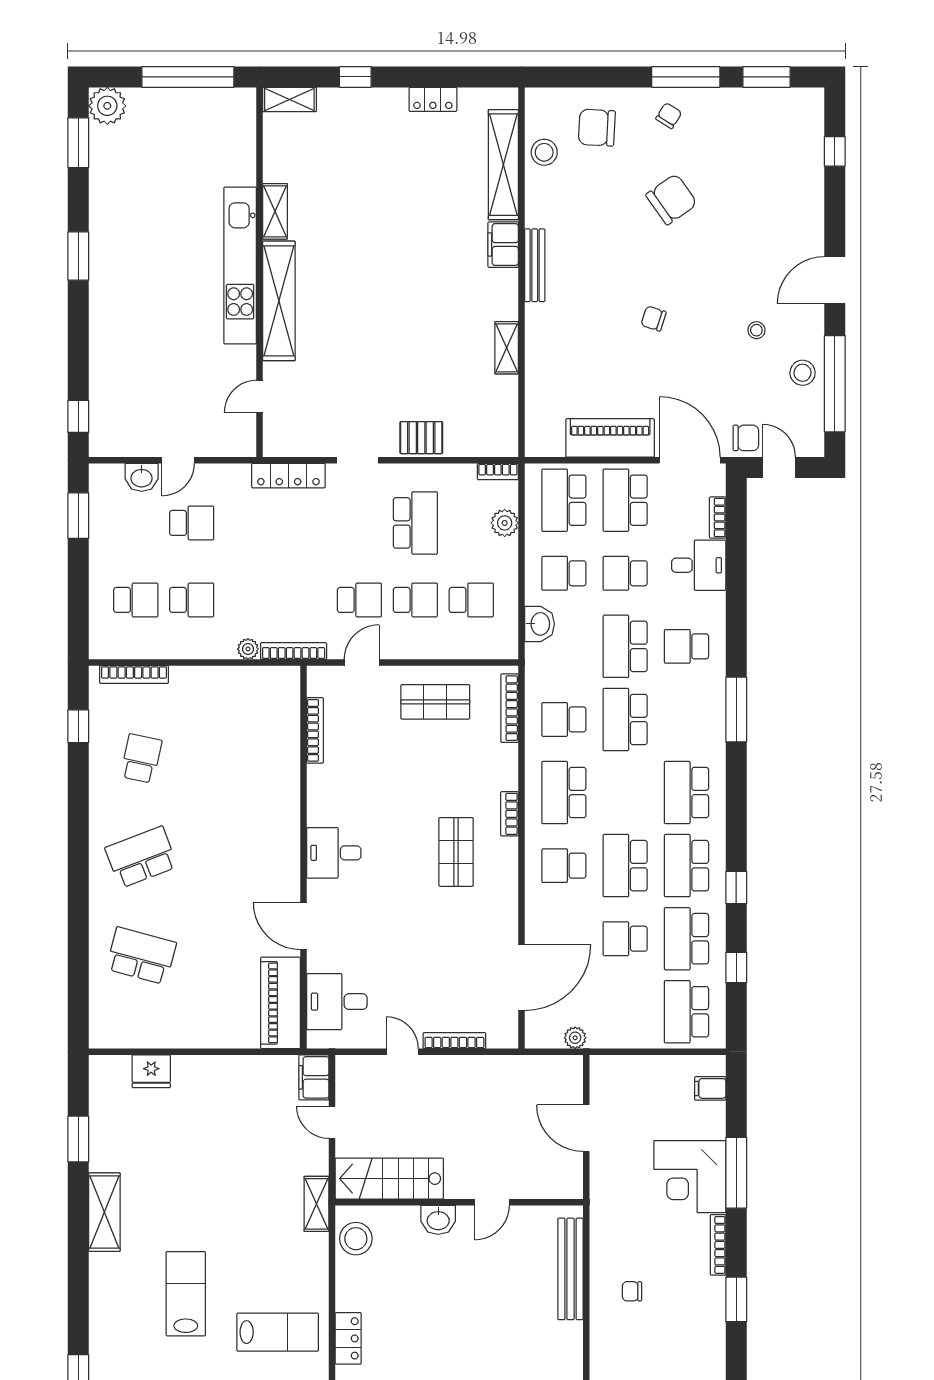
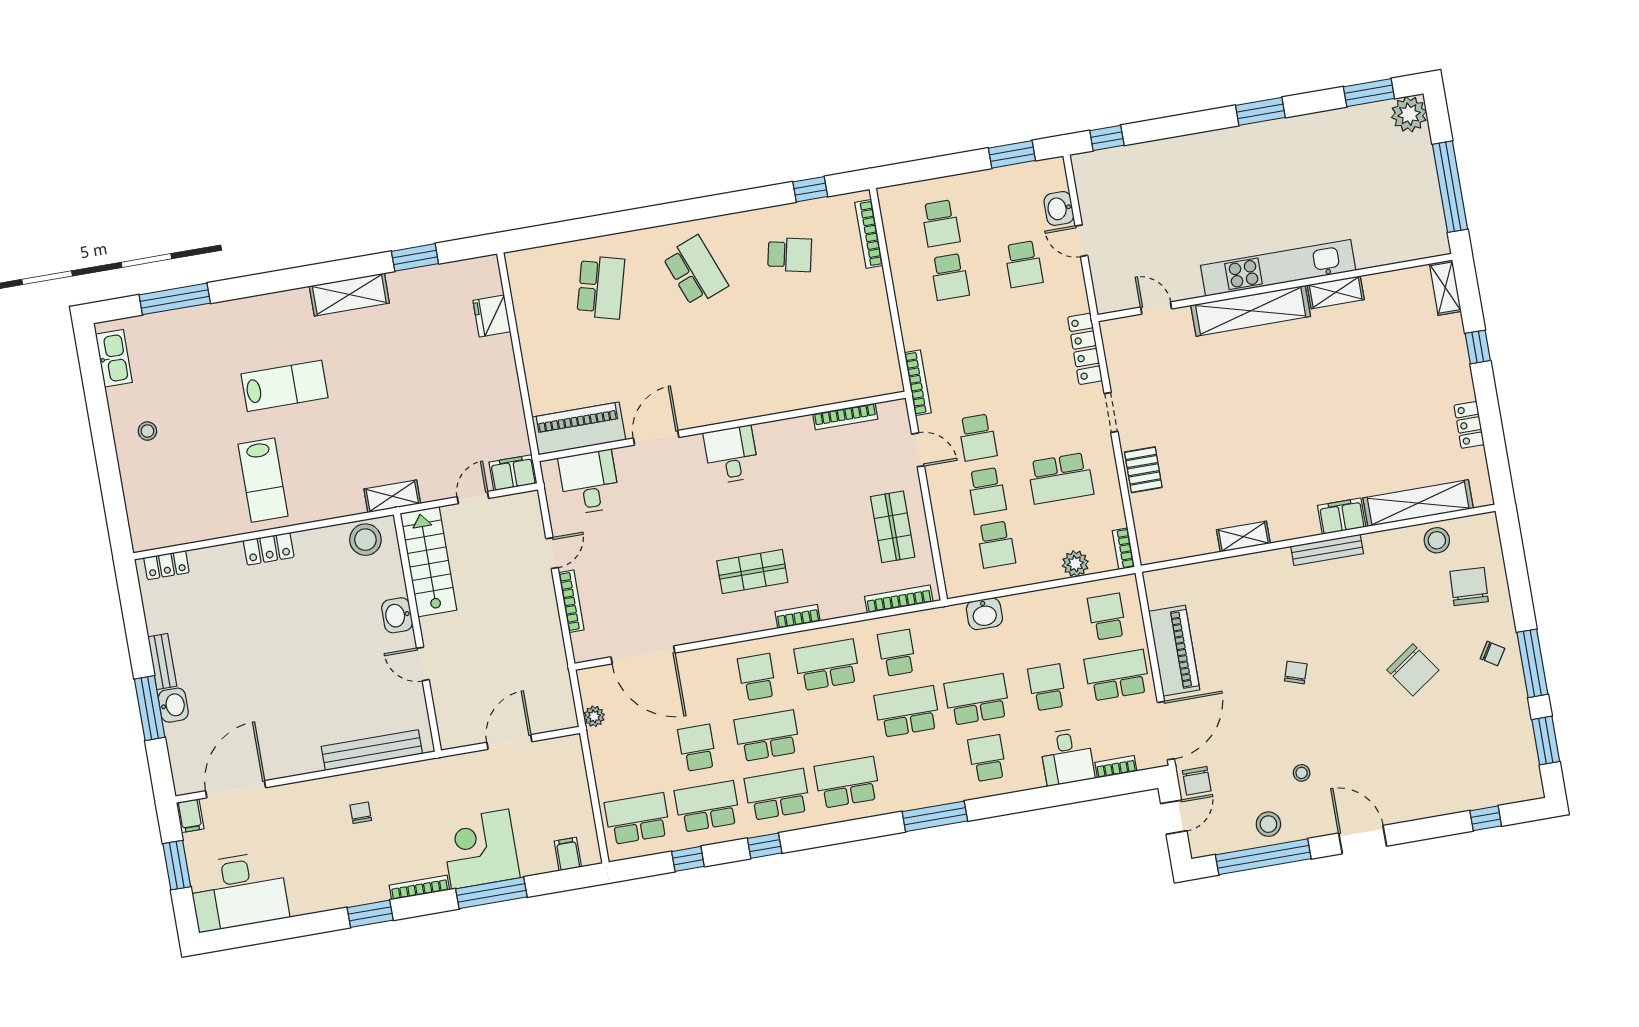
school desk: (564, 500) -> (1107, 617), width x0.54
school desk: (564, 573) -> (1037, 629), removed
plant: (248, 649) -> (912, 339), removed

